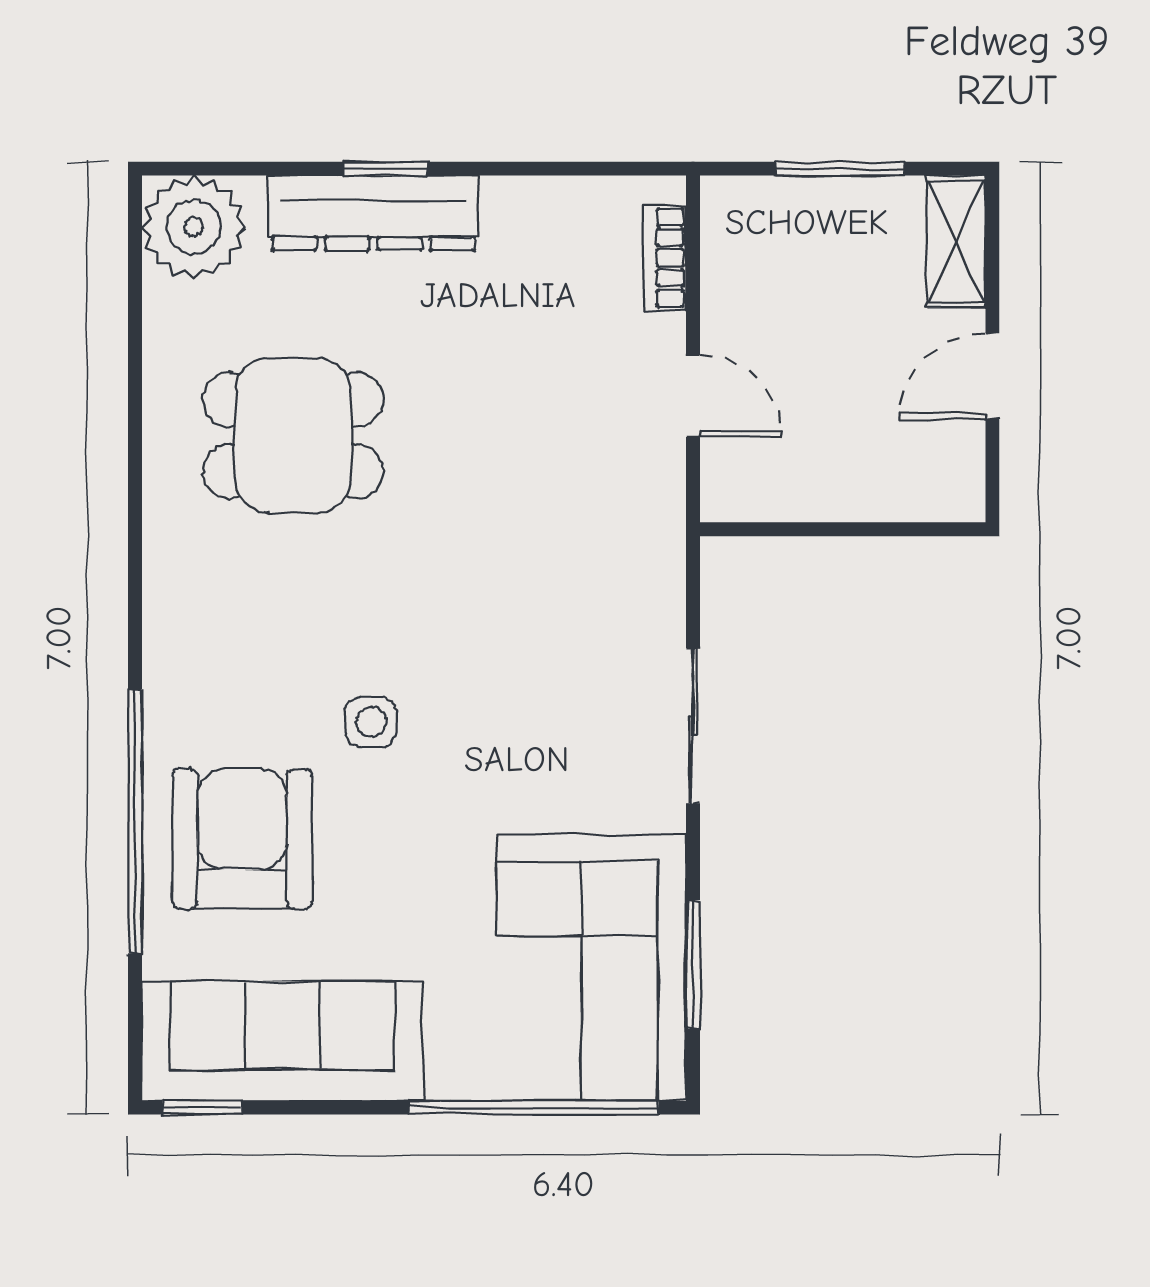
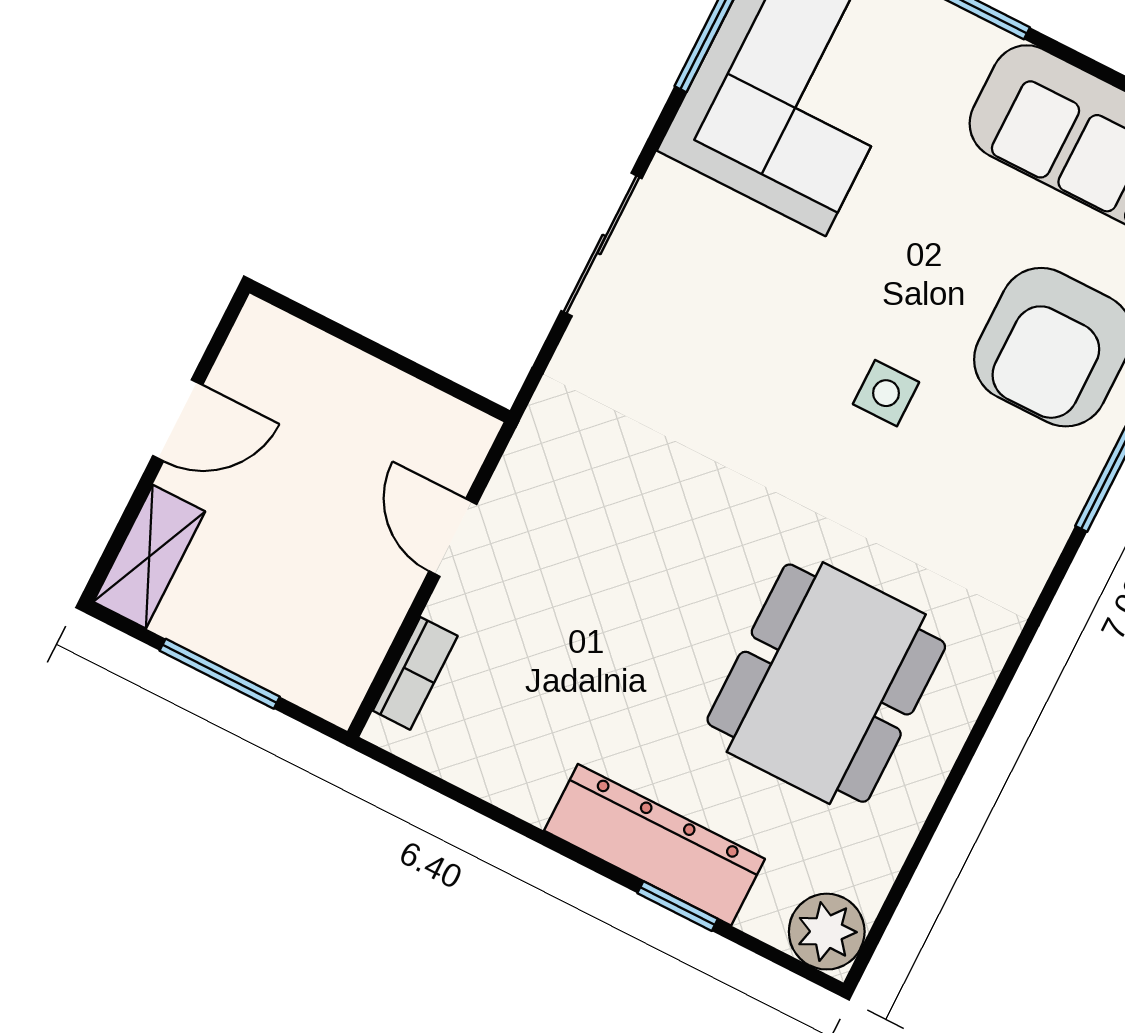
window: (385, 169) -> (678, 906), moved
plant: (194, 227) -> (827, 932), width x0.73, depth x0.73
dining table: (293, 435) -> (826, 683), width x1.37

